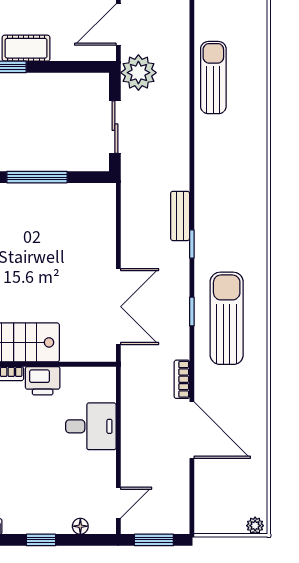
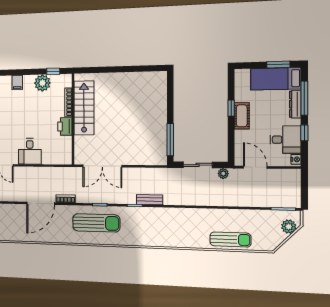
plant: (138, 73) -> (223, 174), width x0.53, depth x0.53
sun lounger: (213, 78) -> (230, 240), moved
window: (37, 177) -> (170, 140), moved
desk: (91, 426) -> (30, 151), moved

